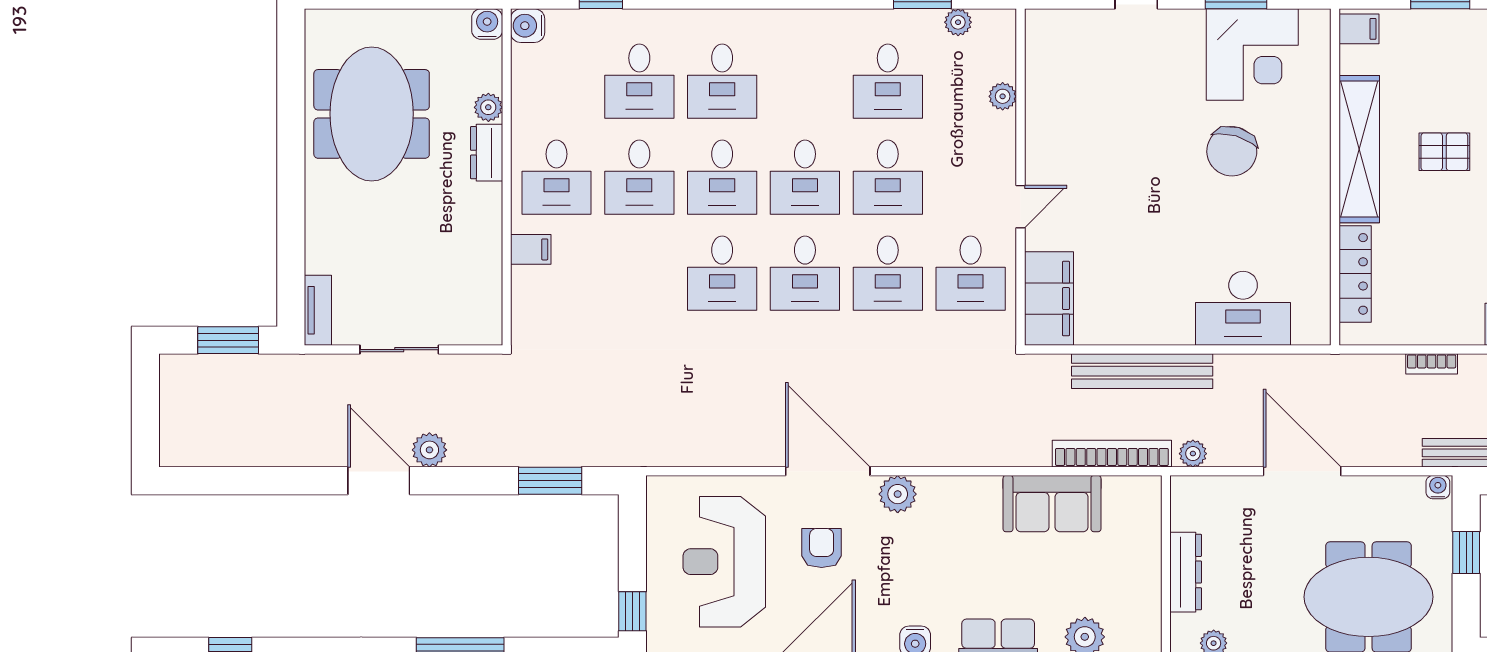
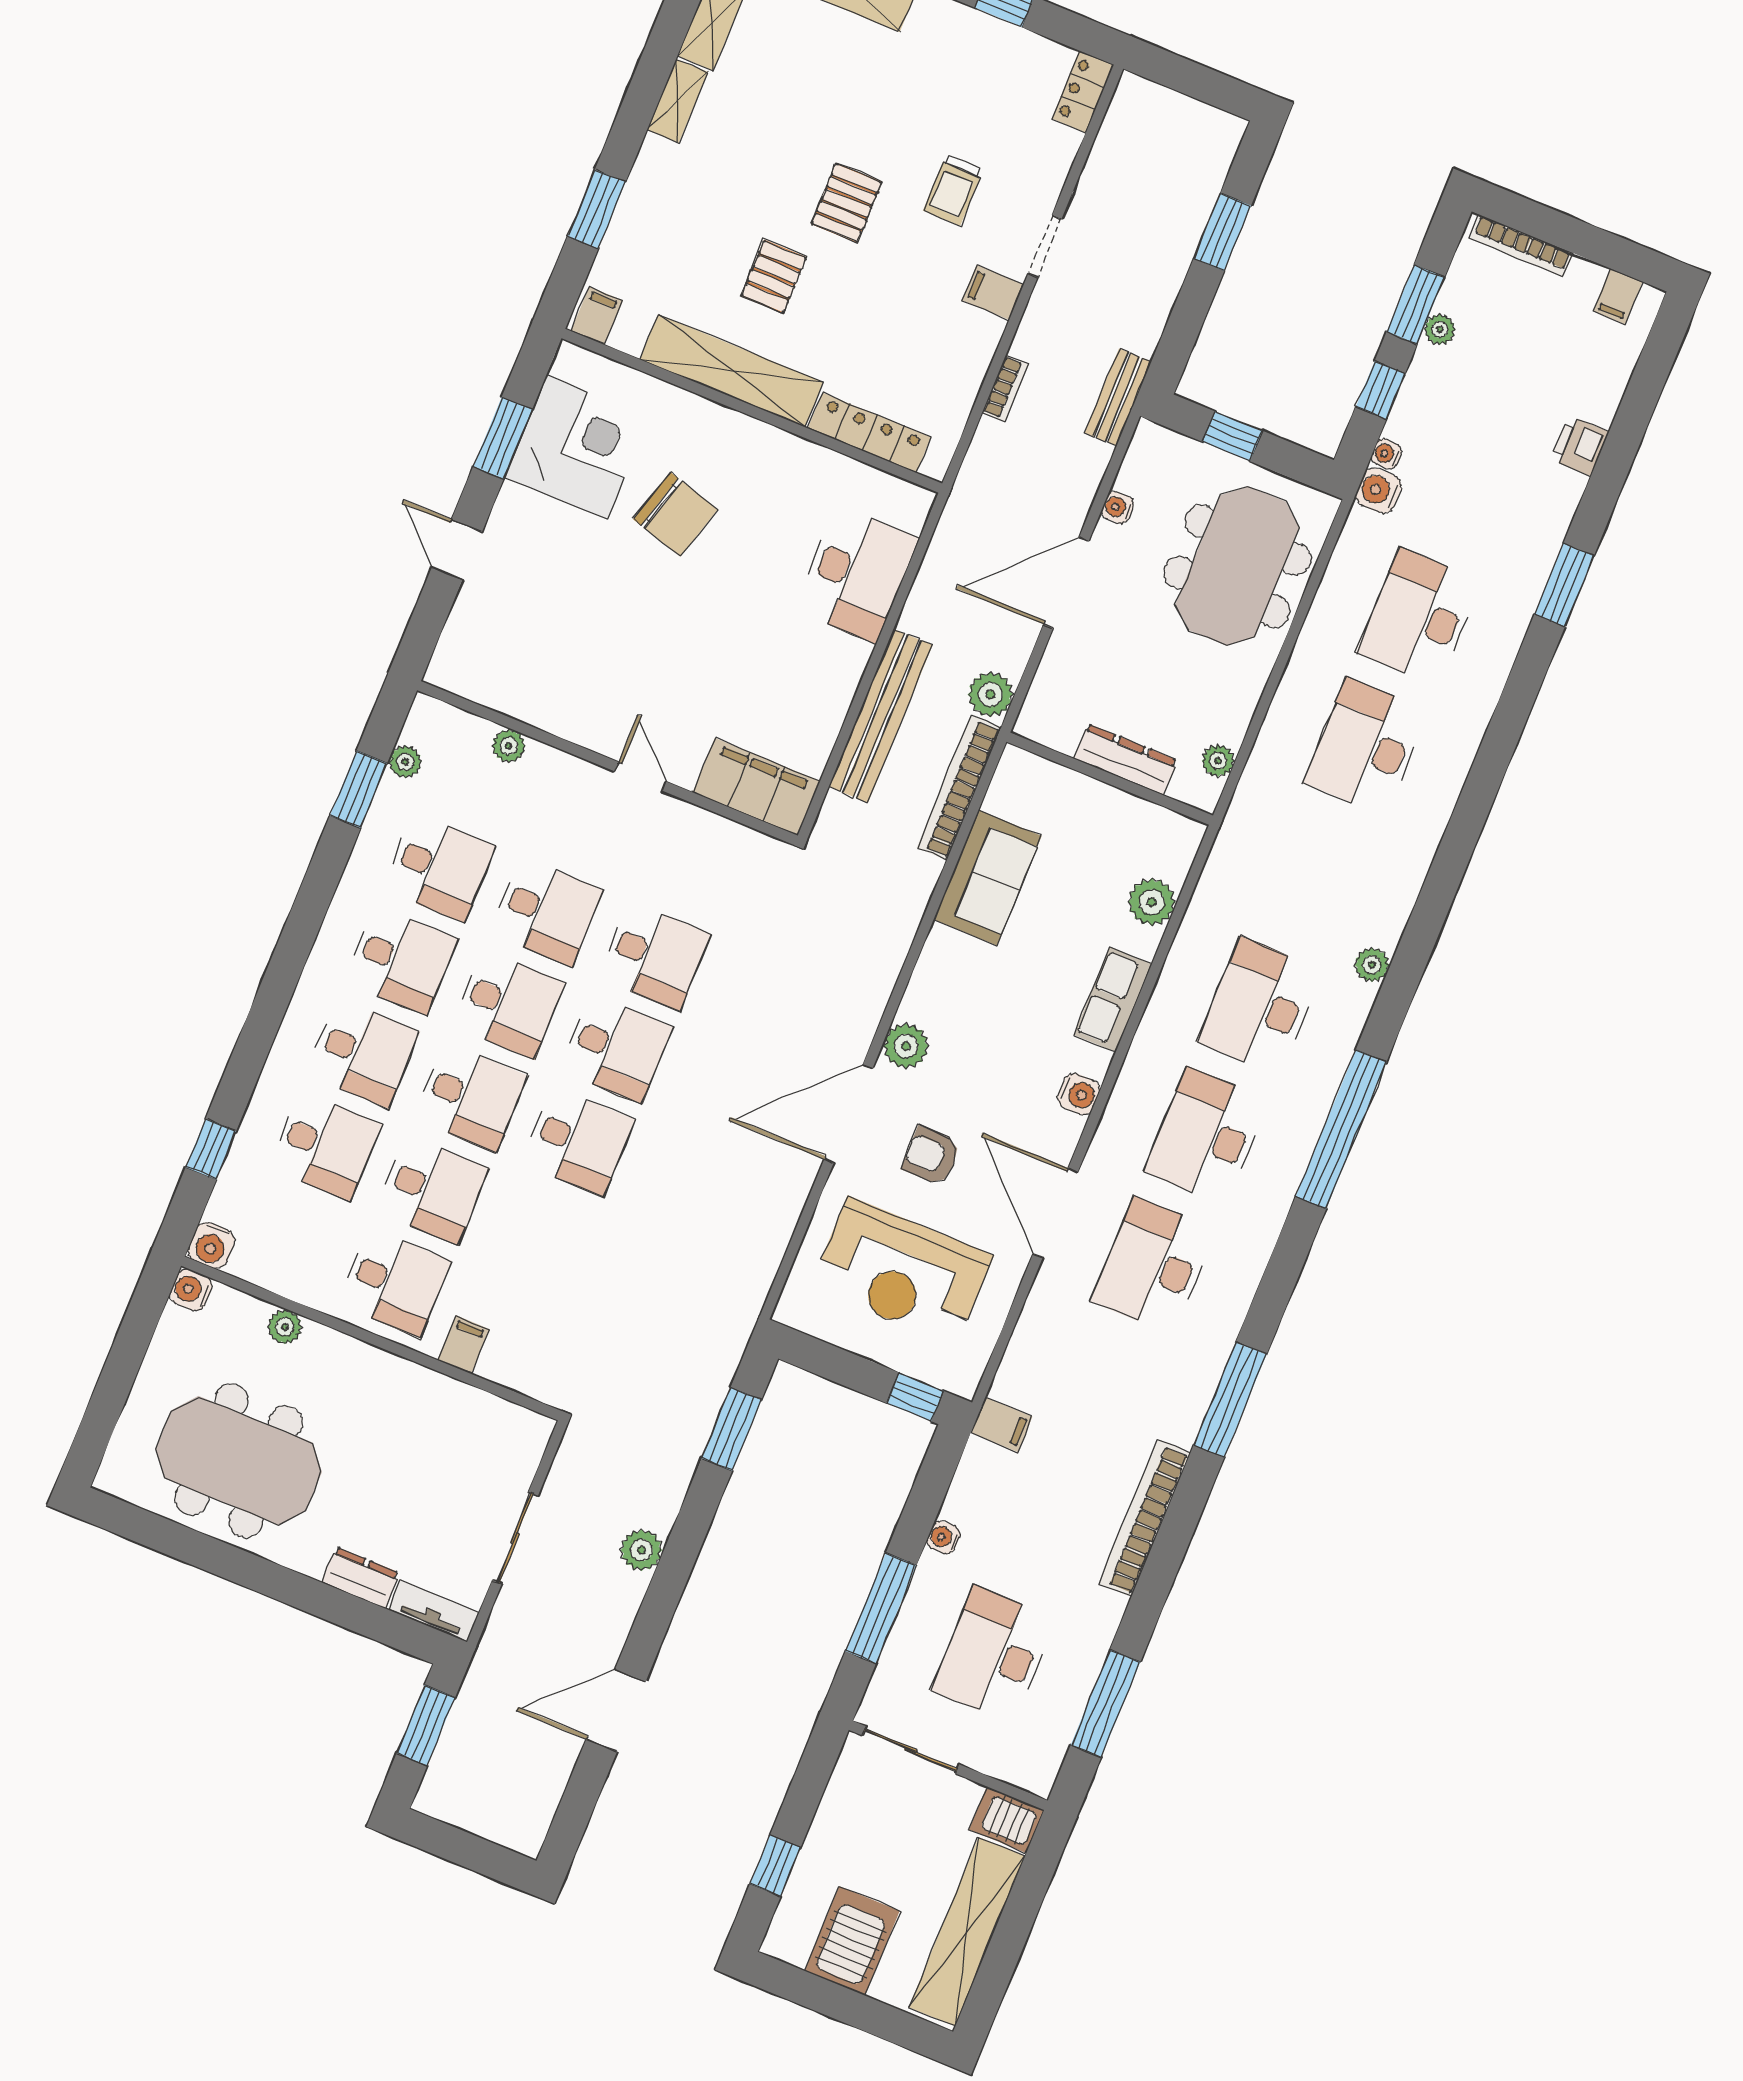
dresser: (487, 153) -> (361, 1578), moved, turned 180
desk: (971, 273) -> (401, 960), moved
plant: (1193, 454) -> (990, 694), width x1.38, depth x1.38
door: (379, 481) -> (616, 1711), moved
water cooler: (1438, 487) -> (1118, 508), moved

